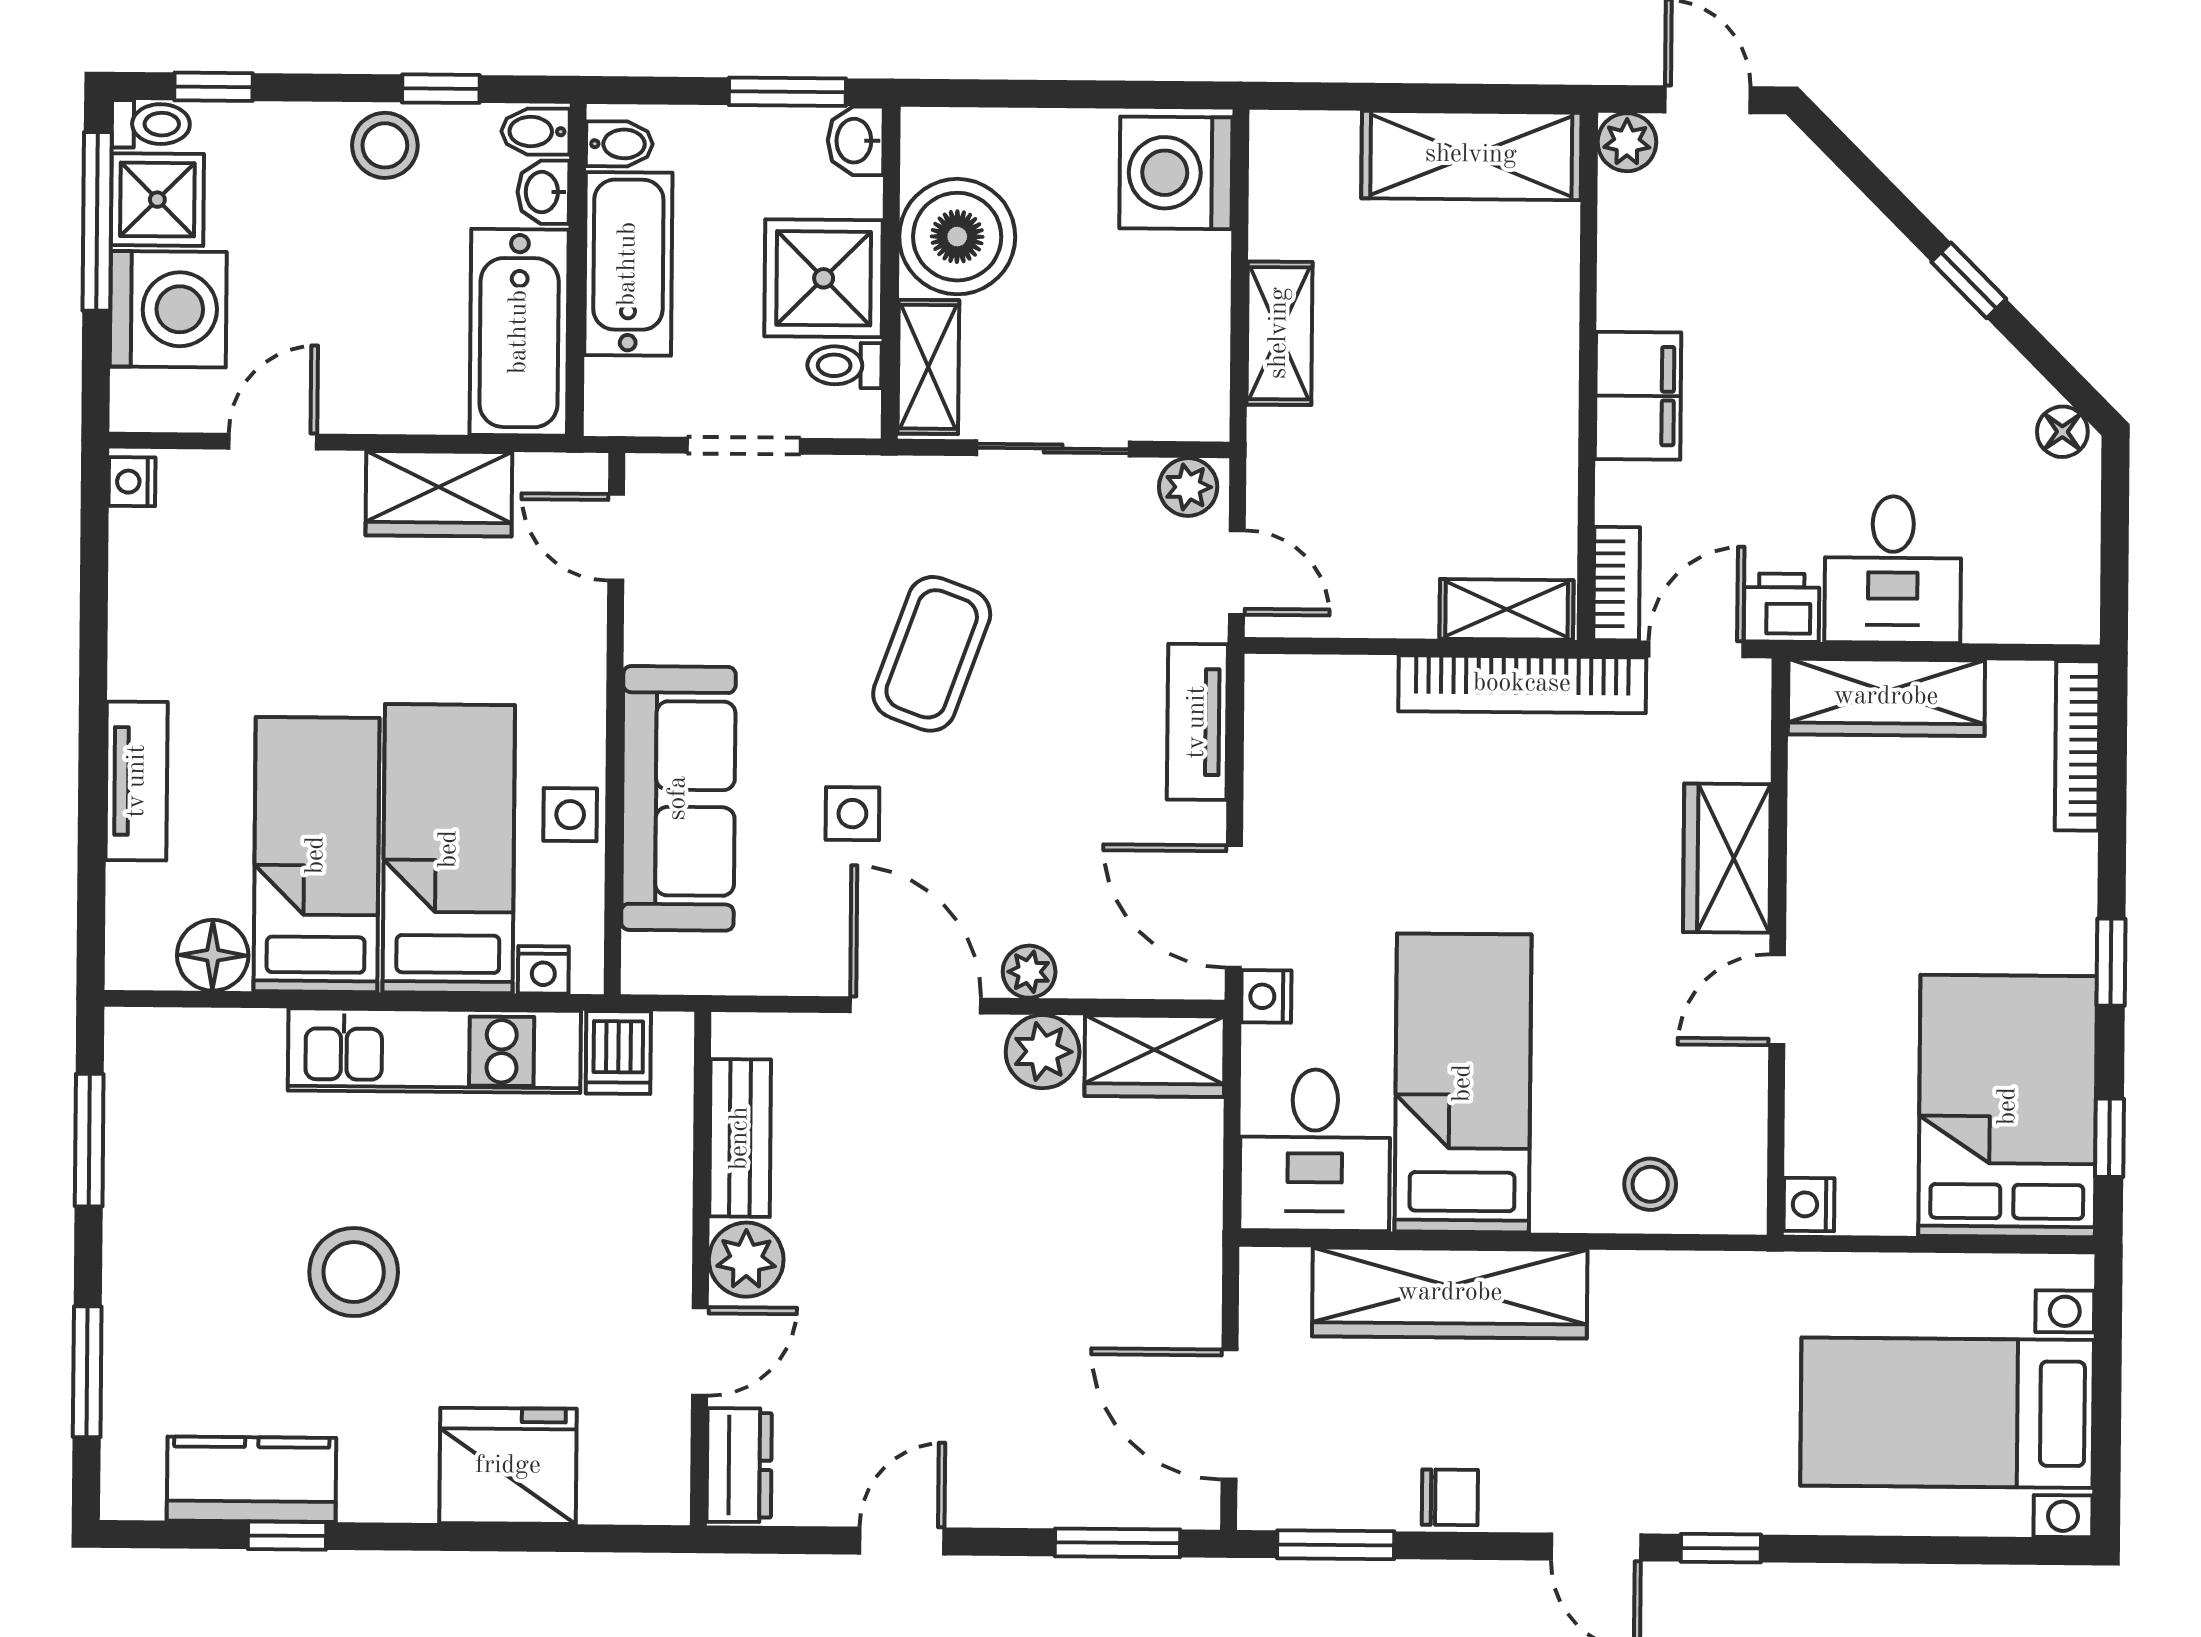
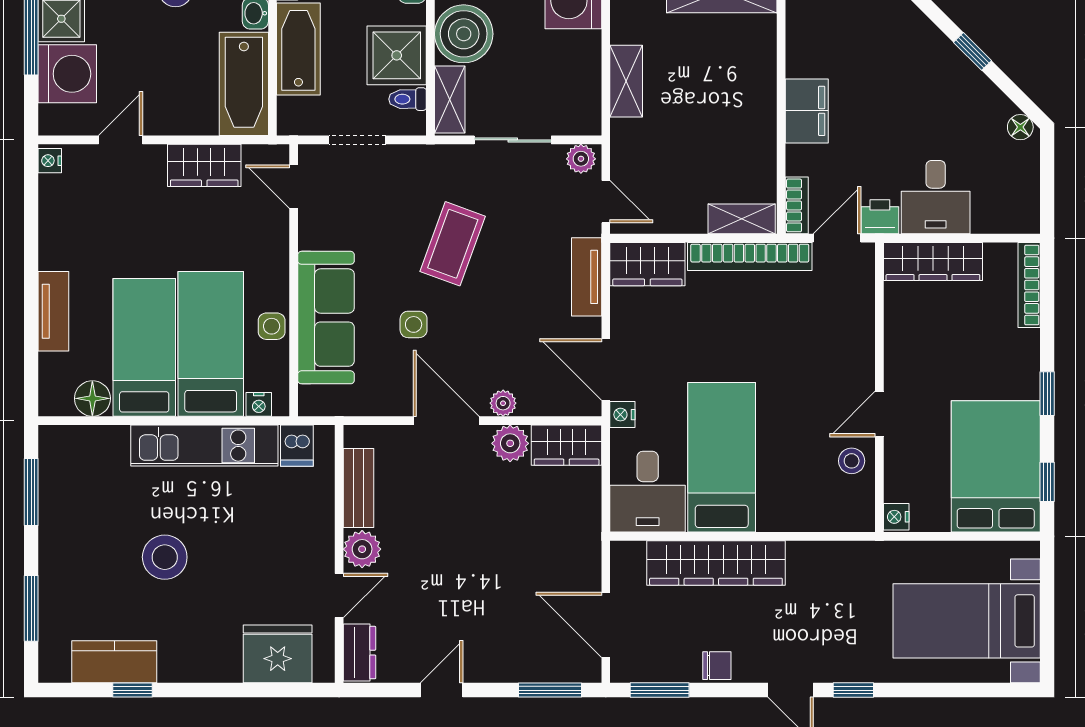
wardrobe: (1727, 858) -> (647, 264), moved, turned -90
stool: (1650, 1184) -> (852, 461), moved
fridge: (508, 1466) -> (278, 654), moved

